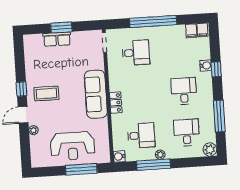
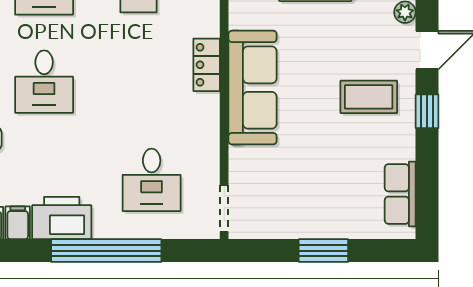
printer: (173, 34) -> (62, 218), added
row of seats: (57, 39) -> (400, 194), moved, turned -90
desk: (136, 53) -> (152, 180), turned -90

